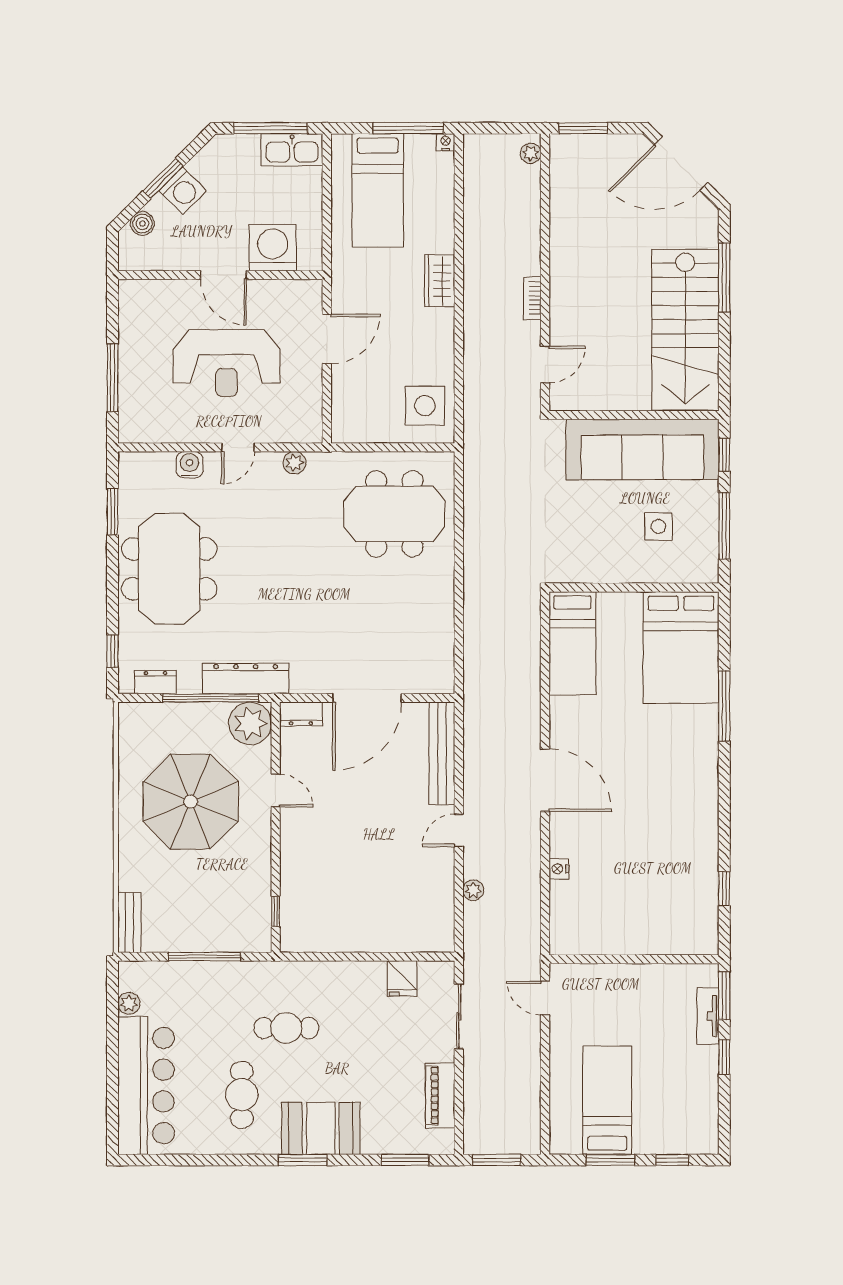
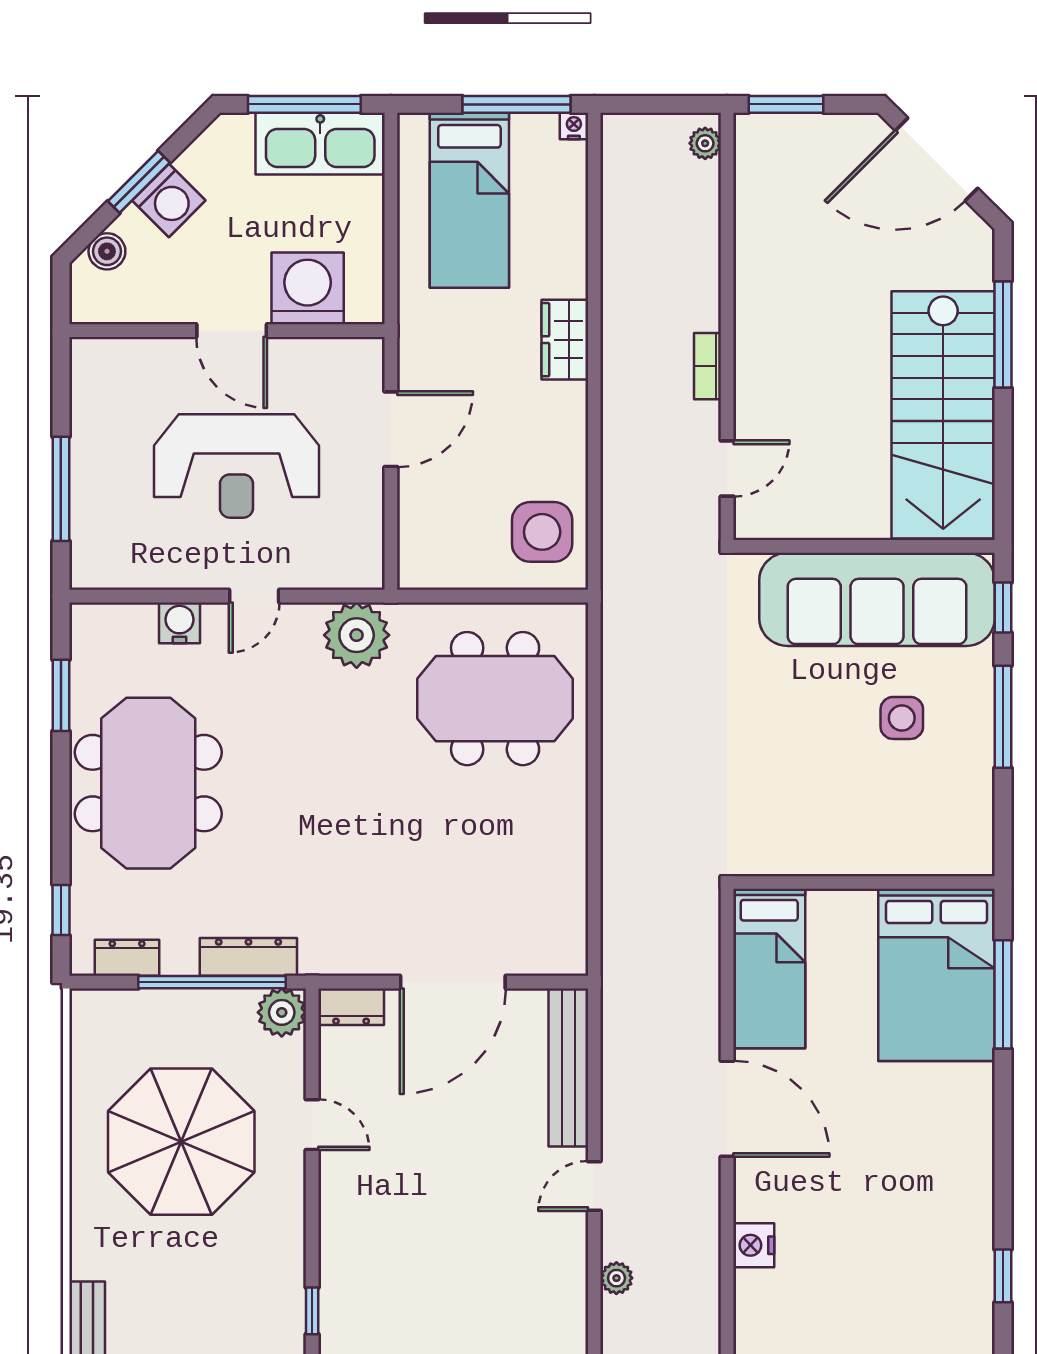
kitchen sink: (292, 150) -> (320, 144), width x1.36, depth x1.24
plant: (295, 463) -> (357, 635), width x1.88, depth x1.88
wall: (634, 587) -> (864, 882), moved
bed: (572, 643) -> (769, 969), moved
bed: (681, 648) -> (936, 975), moved
dresser: (246, 679) -> (248, 957), width x0.73, depth x0.80
plant: (250, 723) -> (282, 1012), width x0.73, depth x0.73
nightstand: (559, 869) -> (754, 1245), width x1.39, depth x1.35

